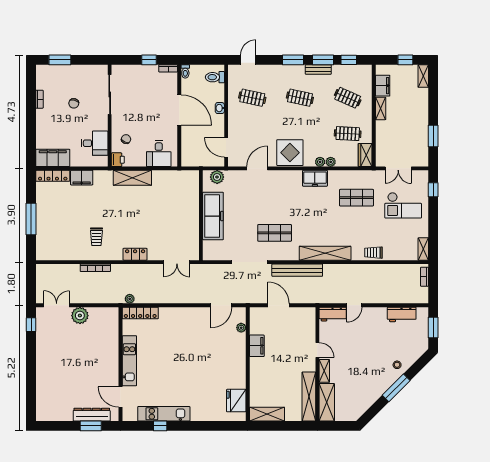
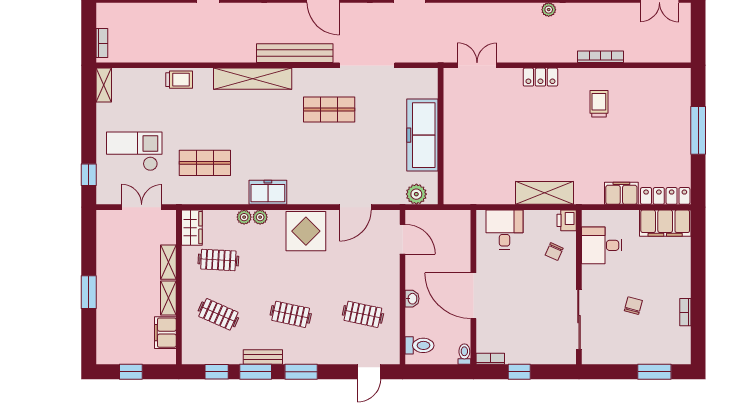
shelving: (423, 76) -> (168, 262), moved
window: (433, 136) -> (89, 292), moved

